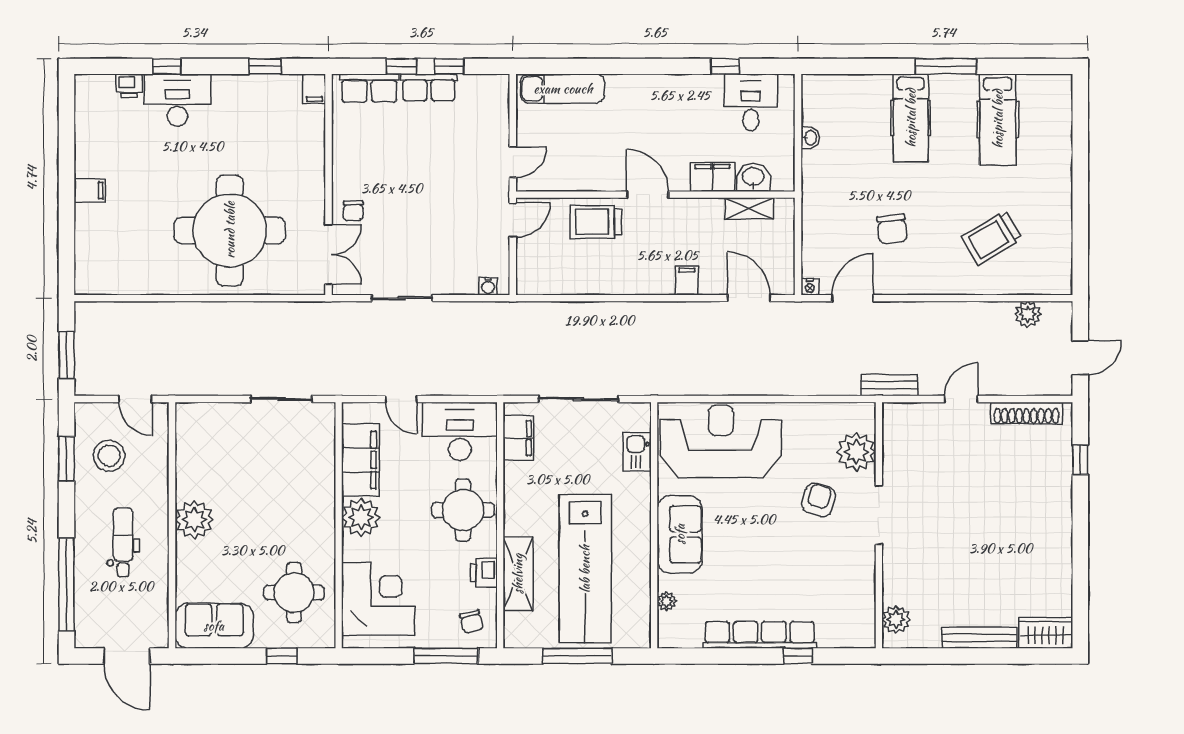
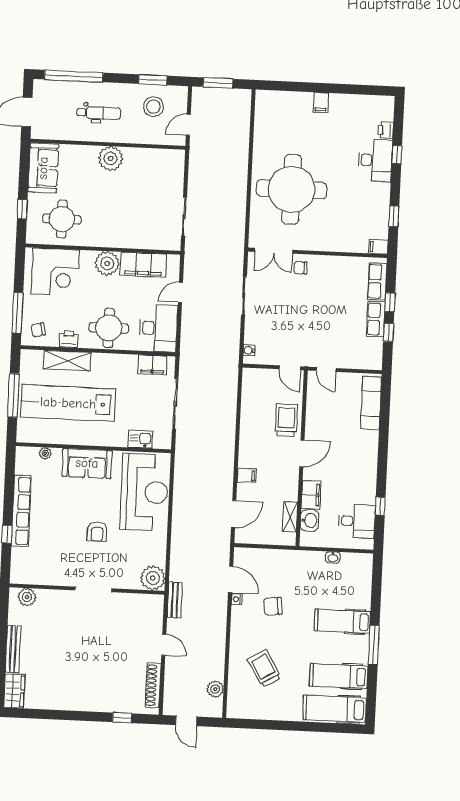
hospital bed: (1050, 124) -> (334, 709), added
nightstand: (810, 287) -> (237, 599), moved
plant: (856, 452) -> (153, 578), moved
armchair: (819, 500) -> (97, 532), moved, turned 73

